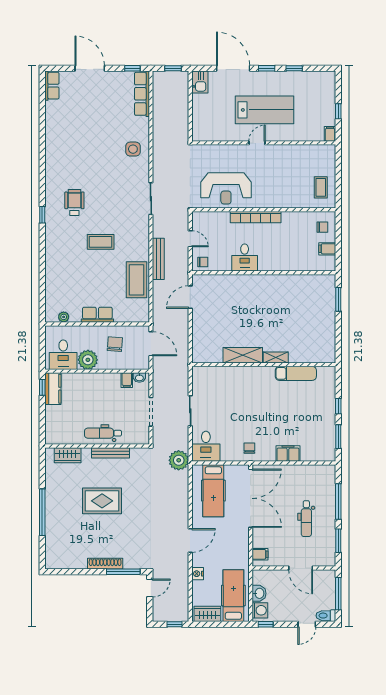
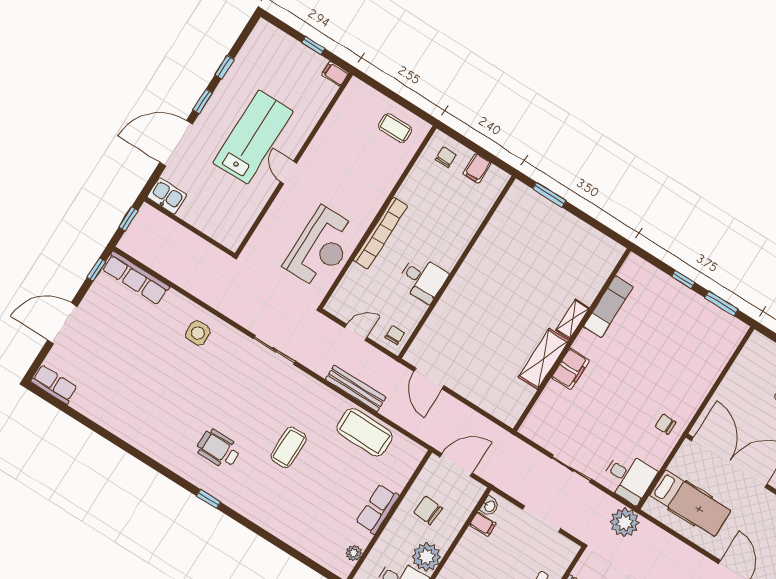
filing cabinet: (288, 454) -> (570, 369), moved, turned 180

